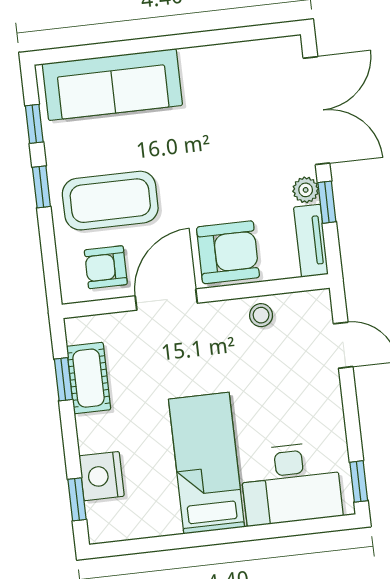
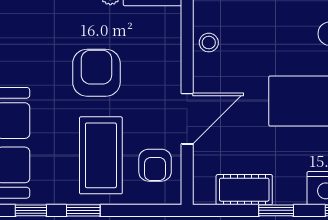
armchair: (228, 252) -> (96, 73), moved
door: (166, 300) -> (187, 119), swing flipped
window: (63, 379) -> (276, 210), moved

